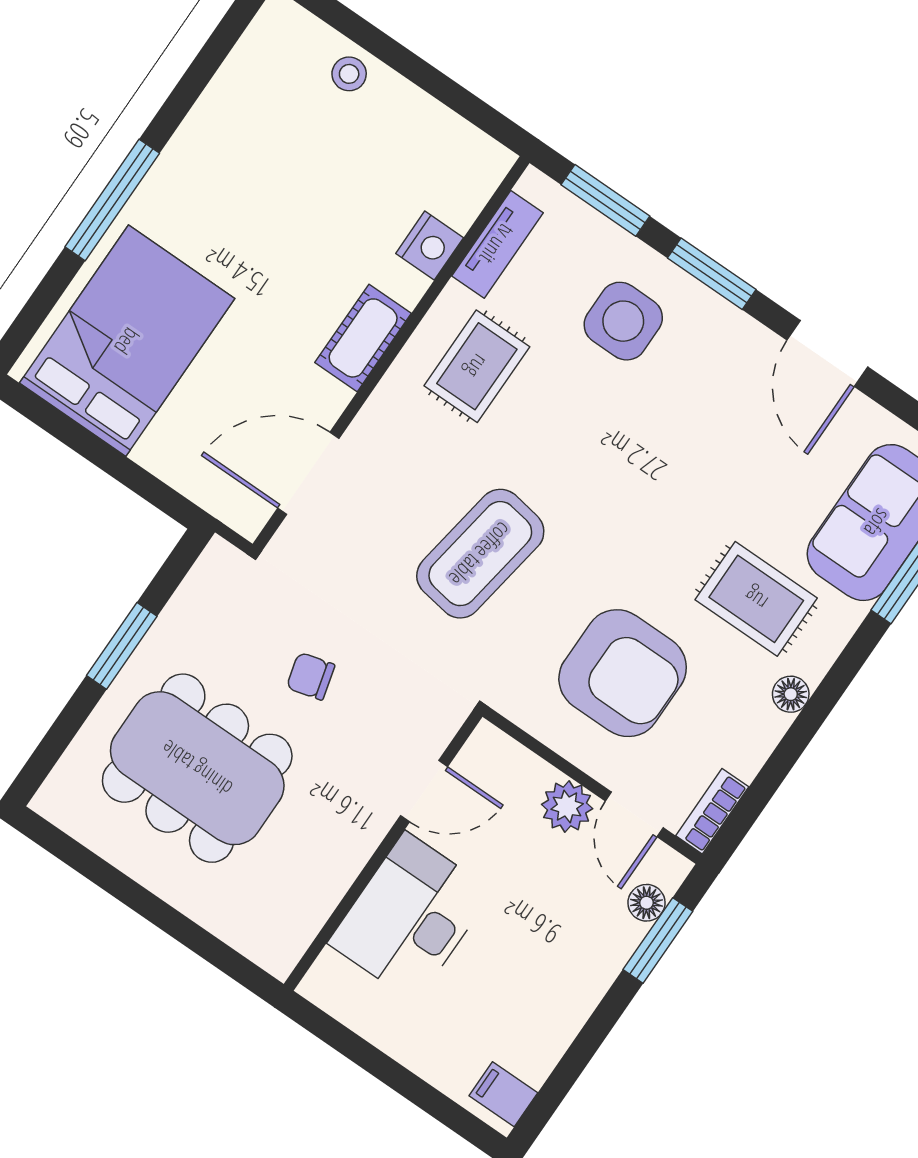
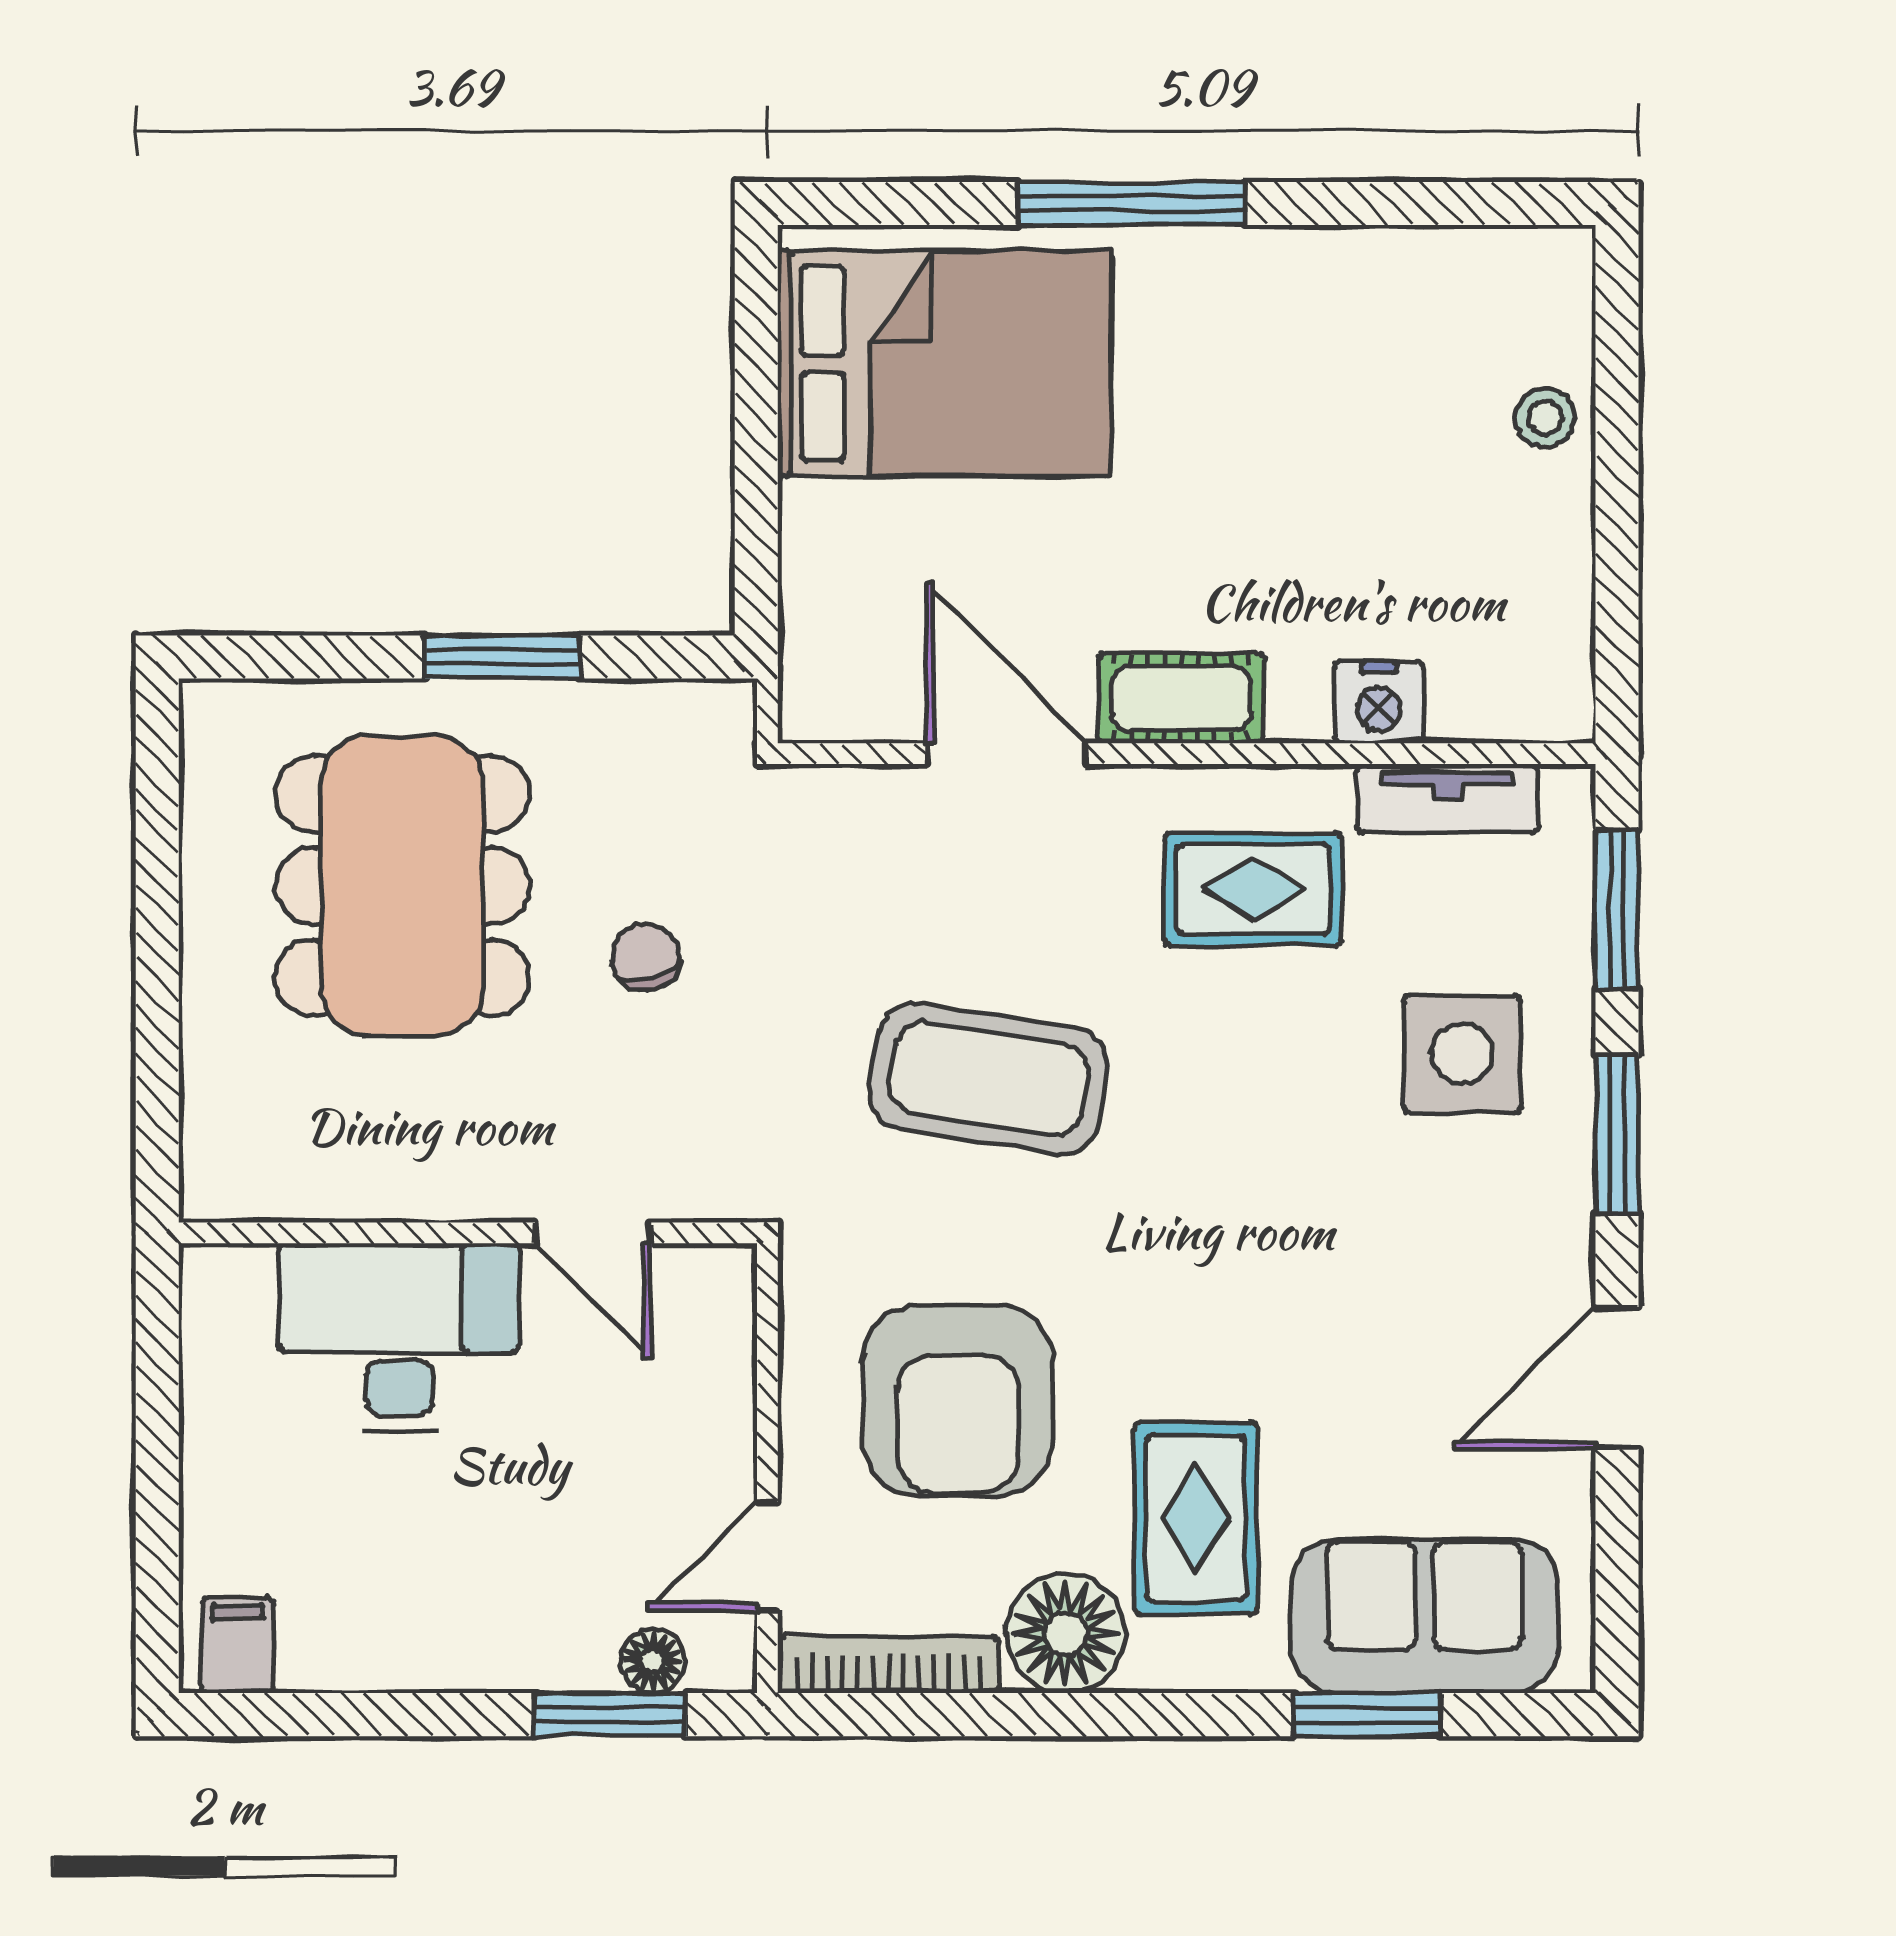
door: (308, 473) -> (1006, 754), moved
floor lamp: (791, 694) -> (1066, 1634), width x1.89, depth x1.89
plant: (567, 807) -> (712, 1453), removed
bookcase: (712, 811) -> (888, 1665), width x1.56

